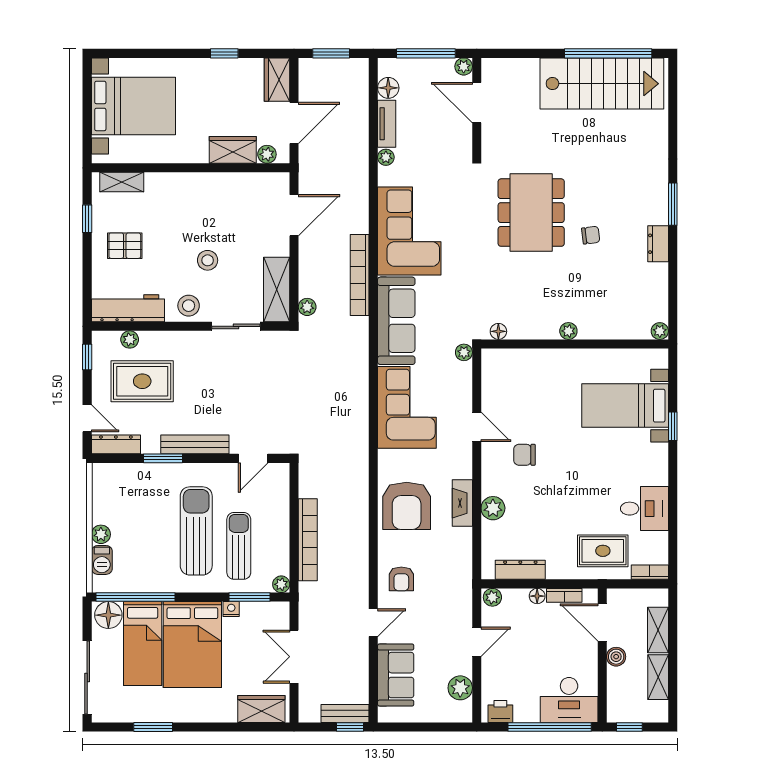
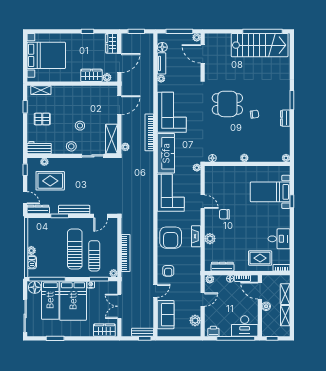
dining table: (531, 213) -> (227, 104), width x0.73
workbench: (128, 308) -> (39, 148), width x0.73

